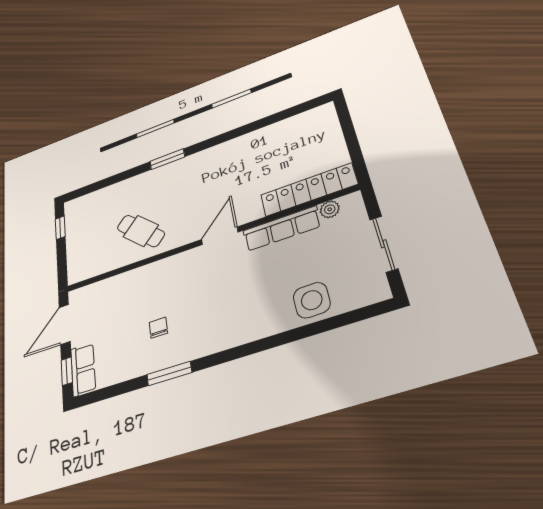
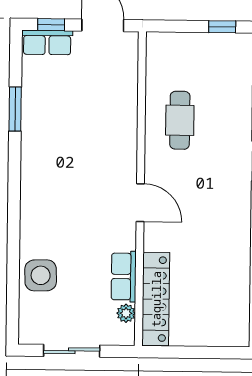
row of seats: (282, 228) -> (124, 276), width x0.68
cafe table: (141, 231) -> (180, 120), turned -44
chair: (158, 328) -> (64, 126), removed
window: (169, 374) -> (15, 109), moved

